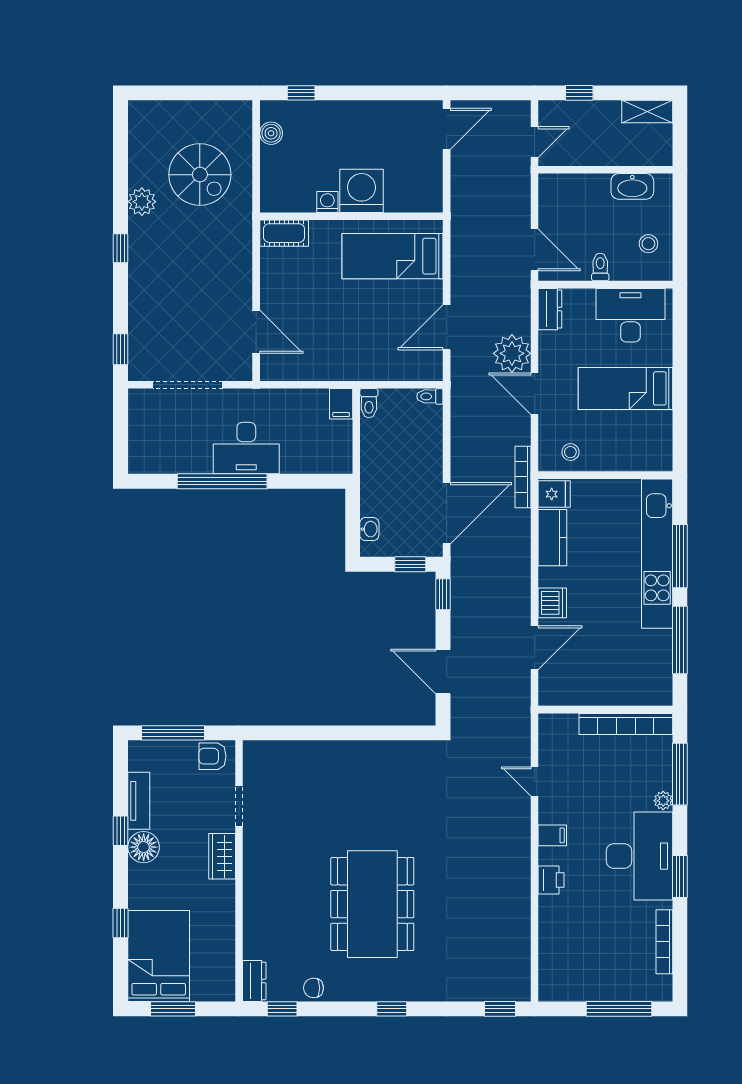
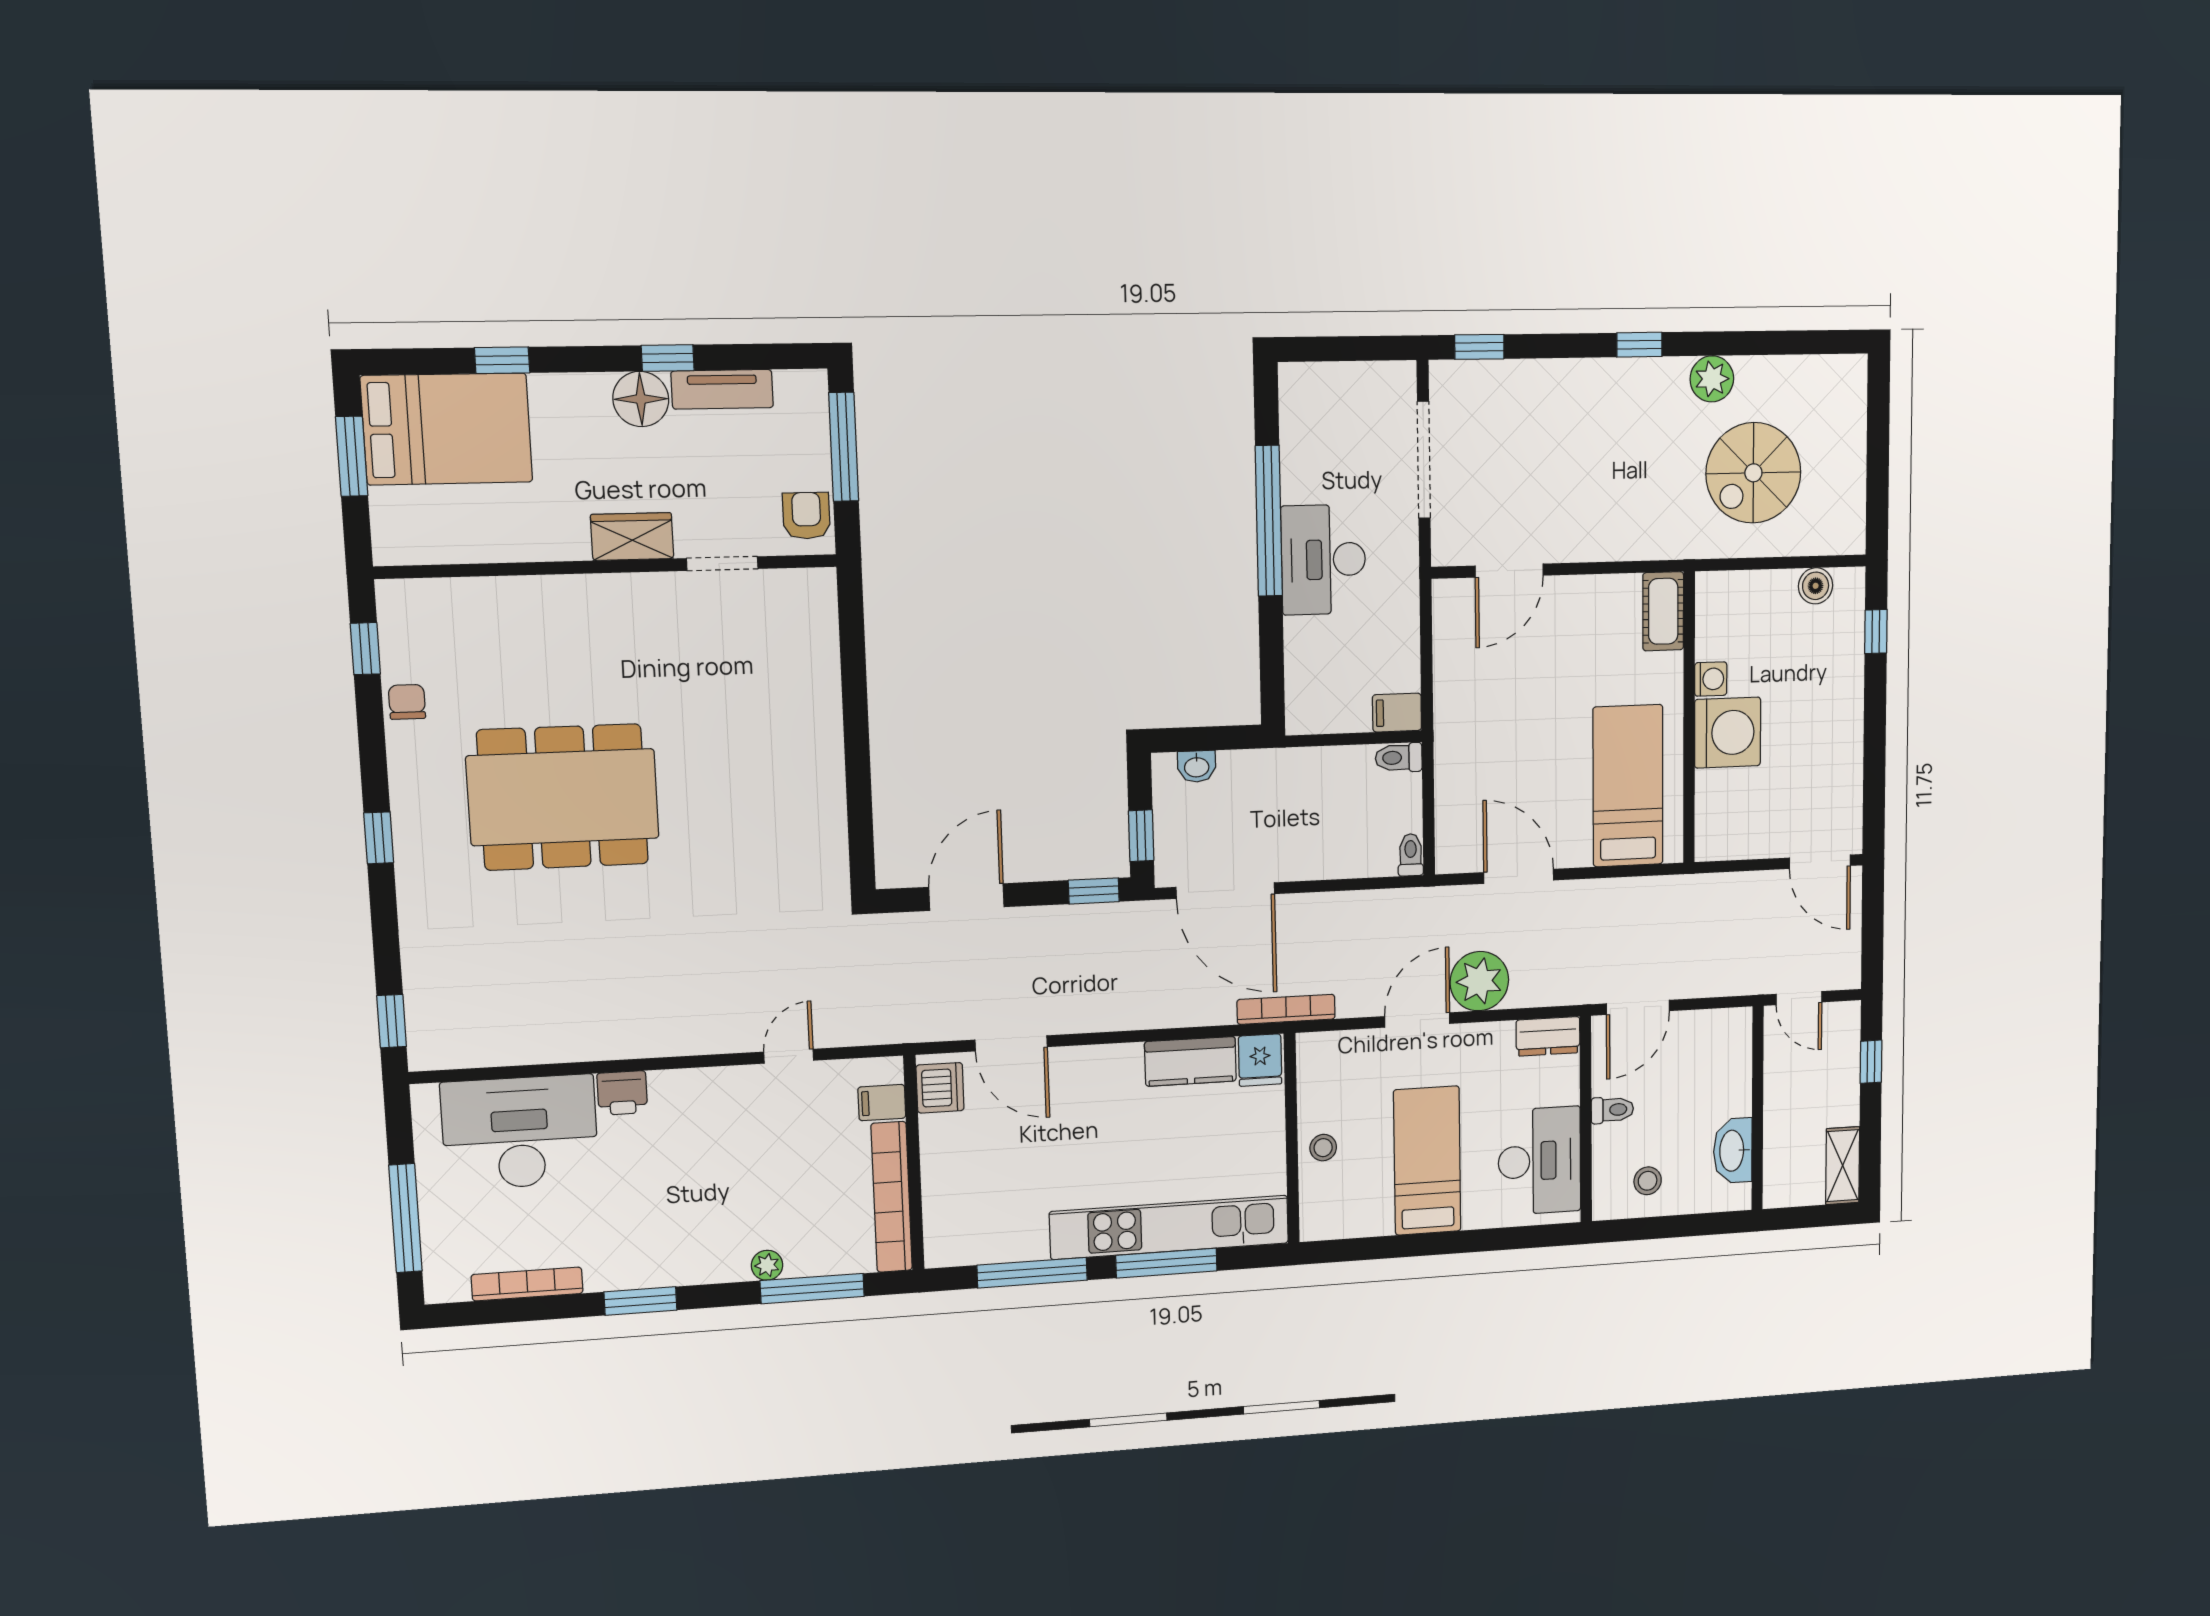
stool: (570, 452) -> (1323, 1148), moved
dishwasher: (552, 603) -> (940, 1088), moved, turned -90
filing cabinet: (552, 835) -> (882, 1103), moved, turned 90
desk: (640, 856) -> (520, 1132), moved, turned 180
dresser: (254, 981) -> (412, 598), removed

